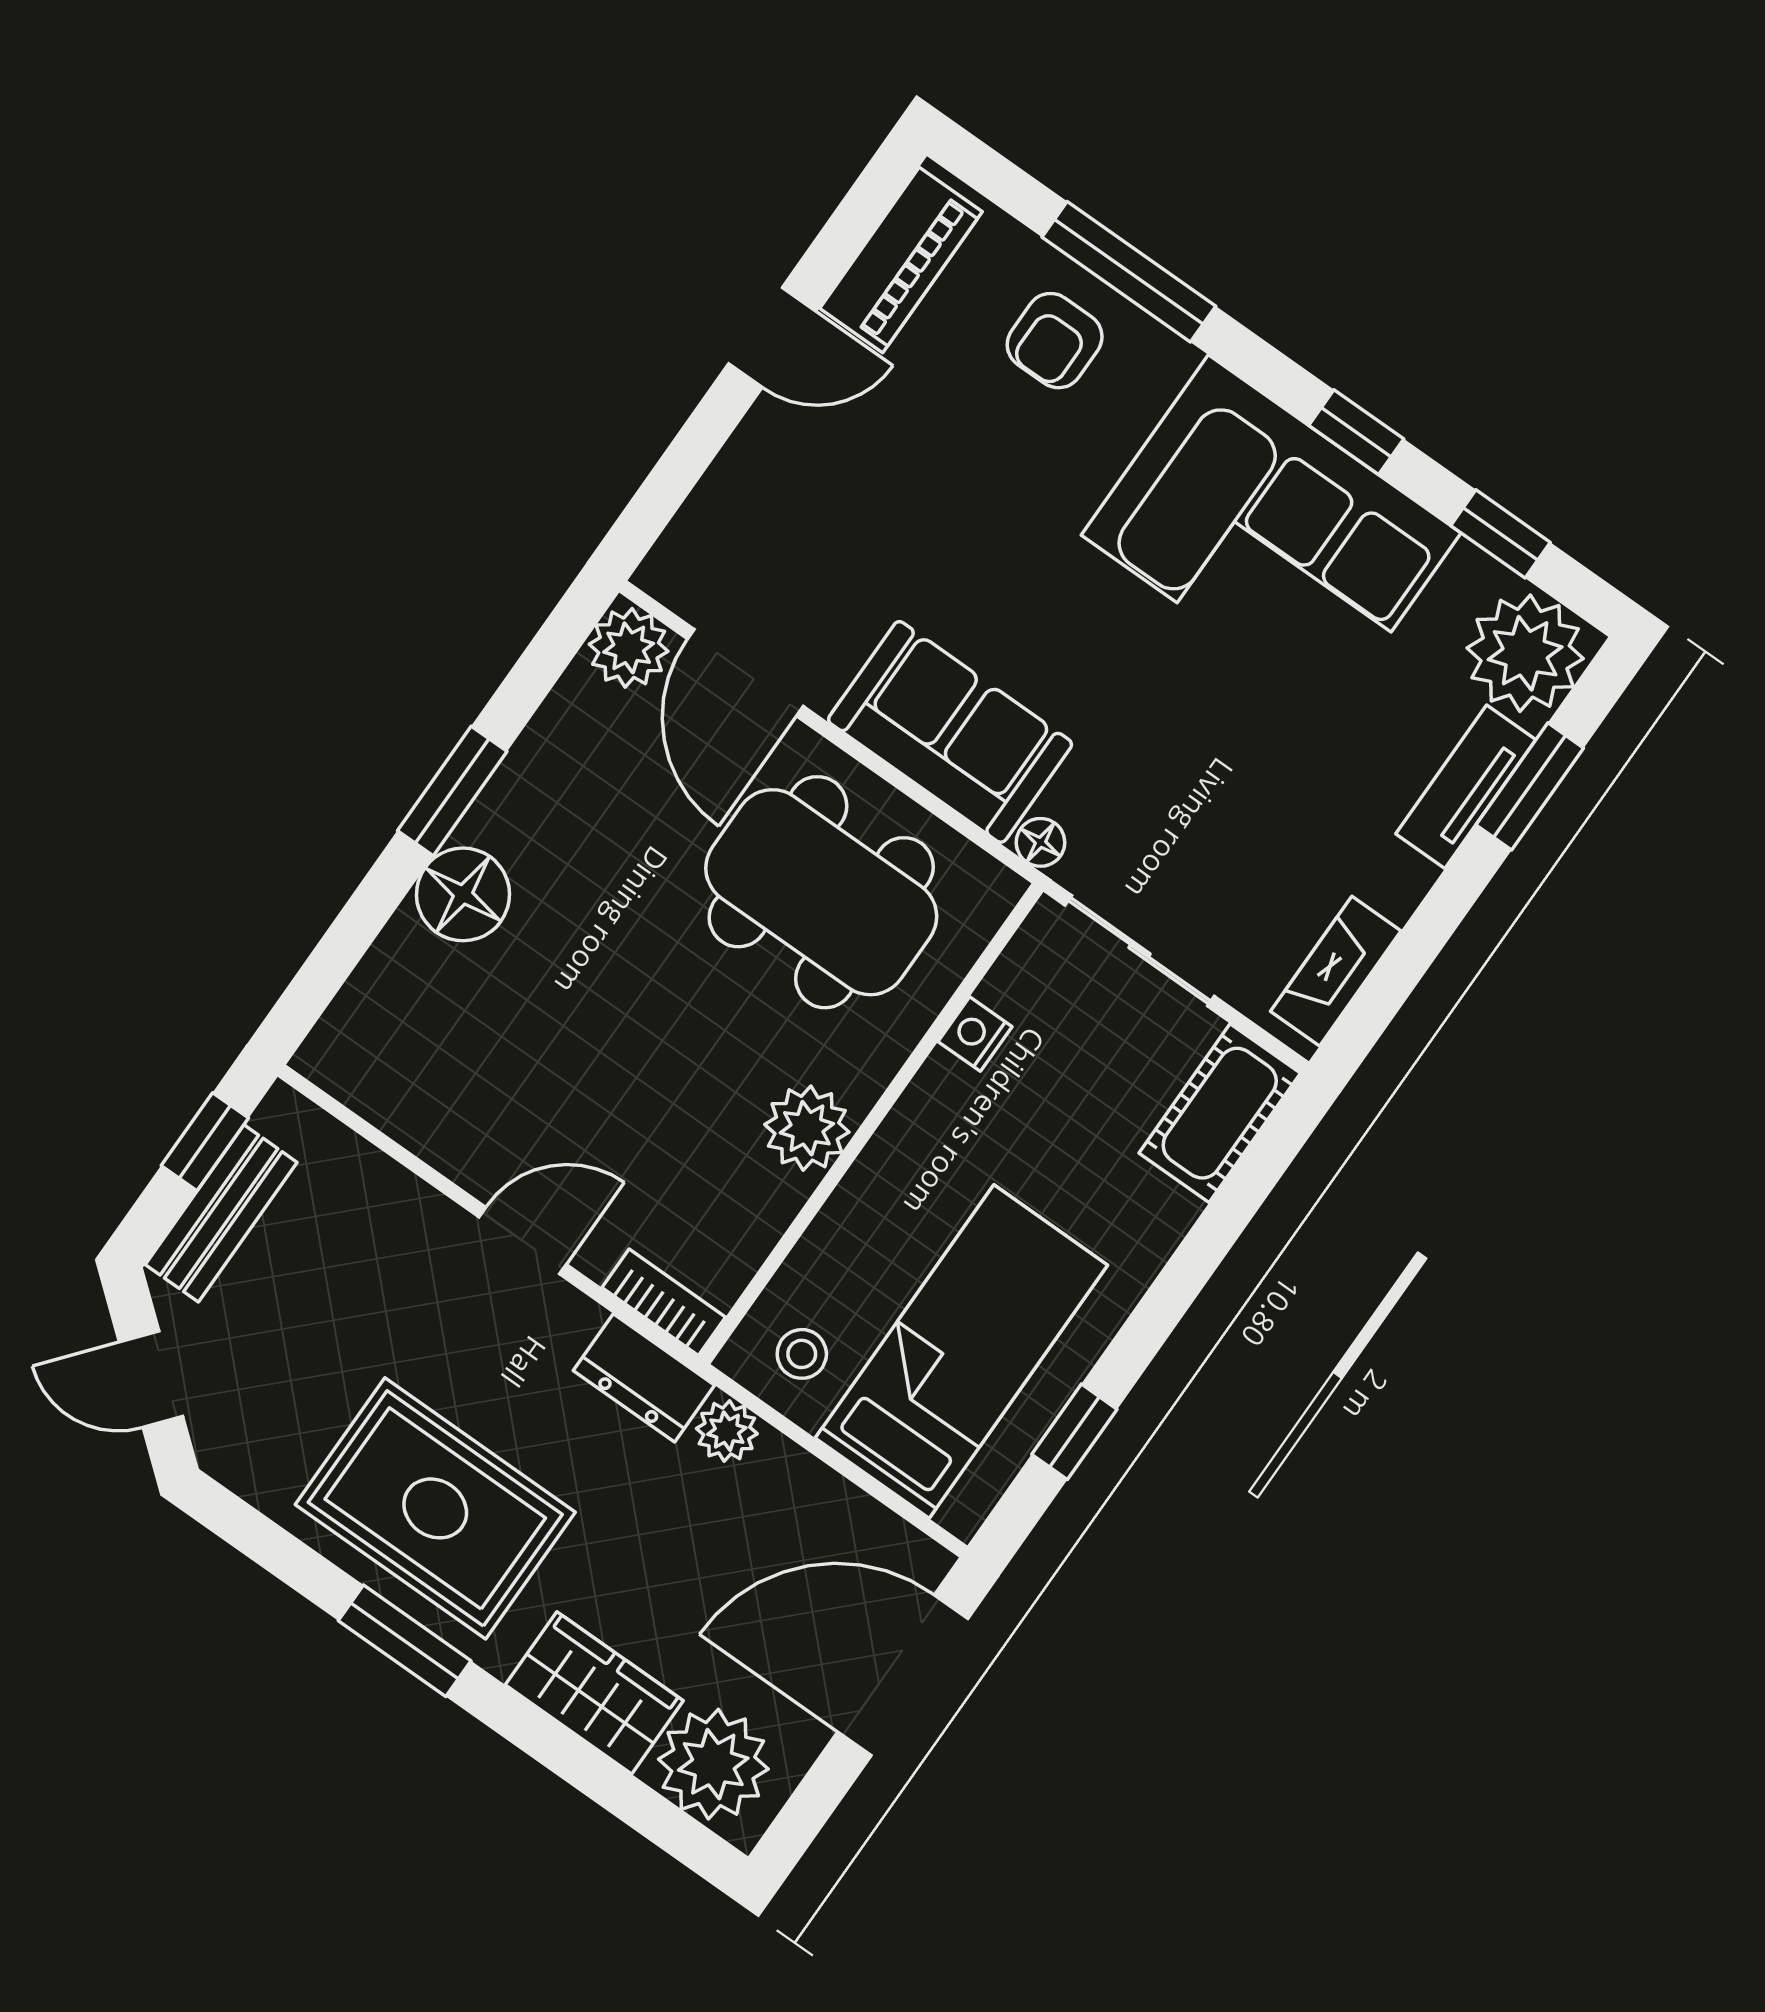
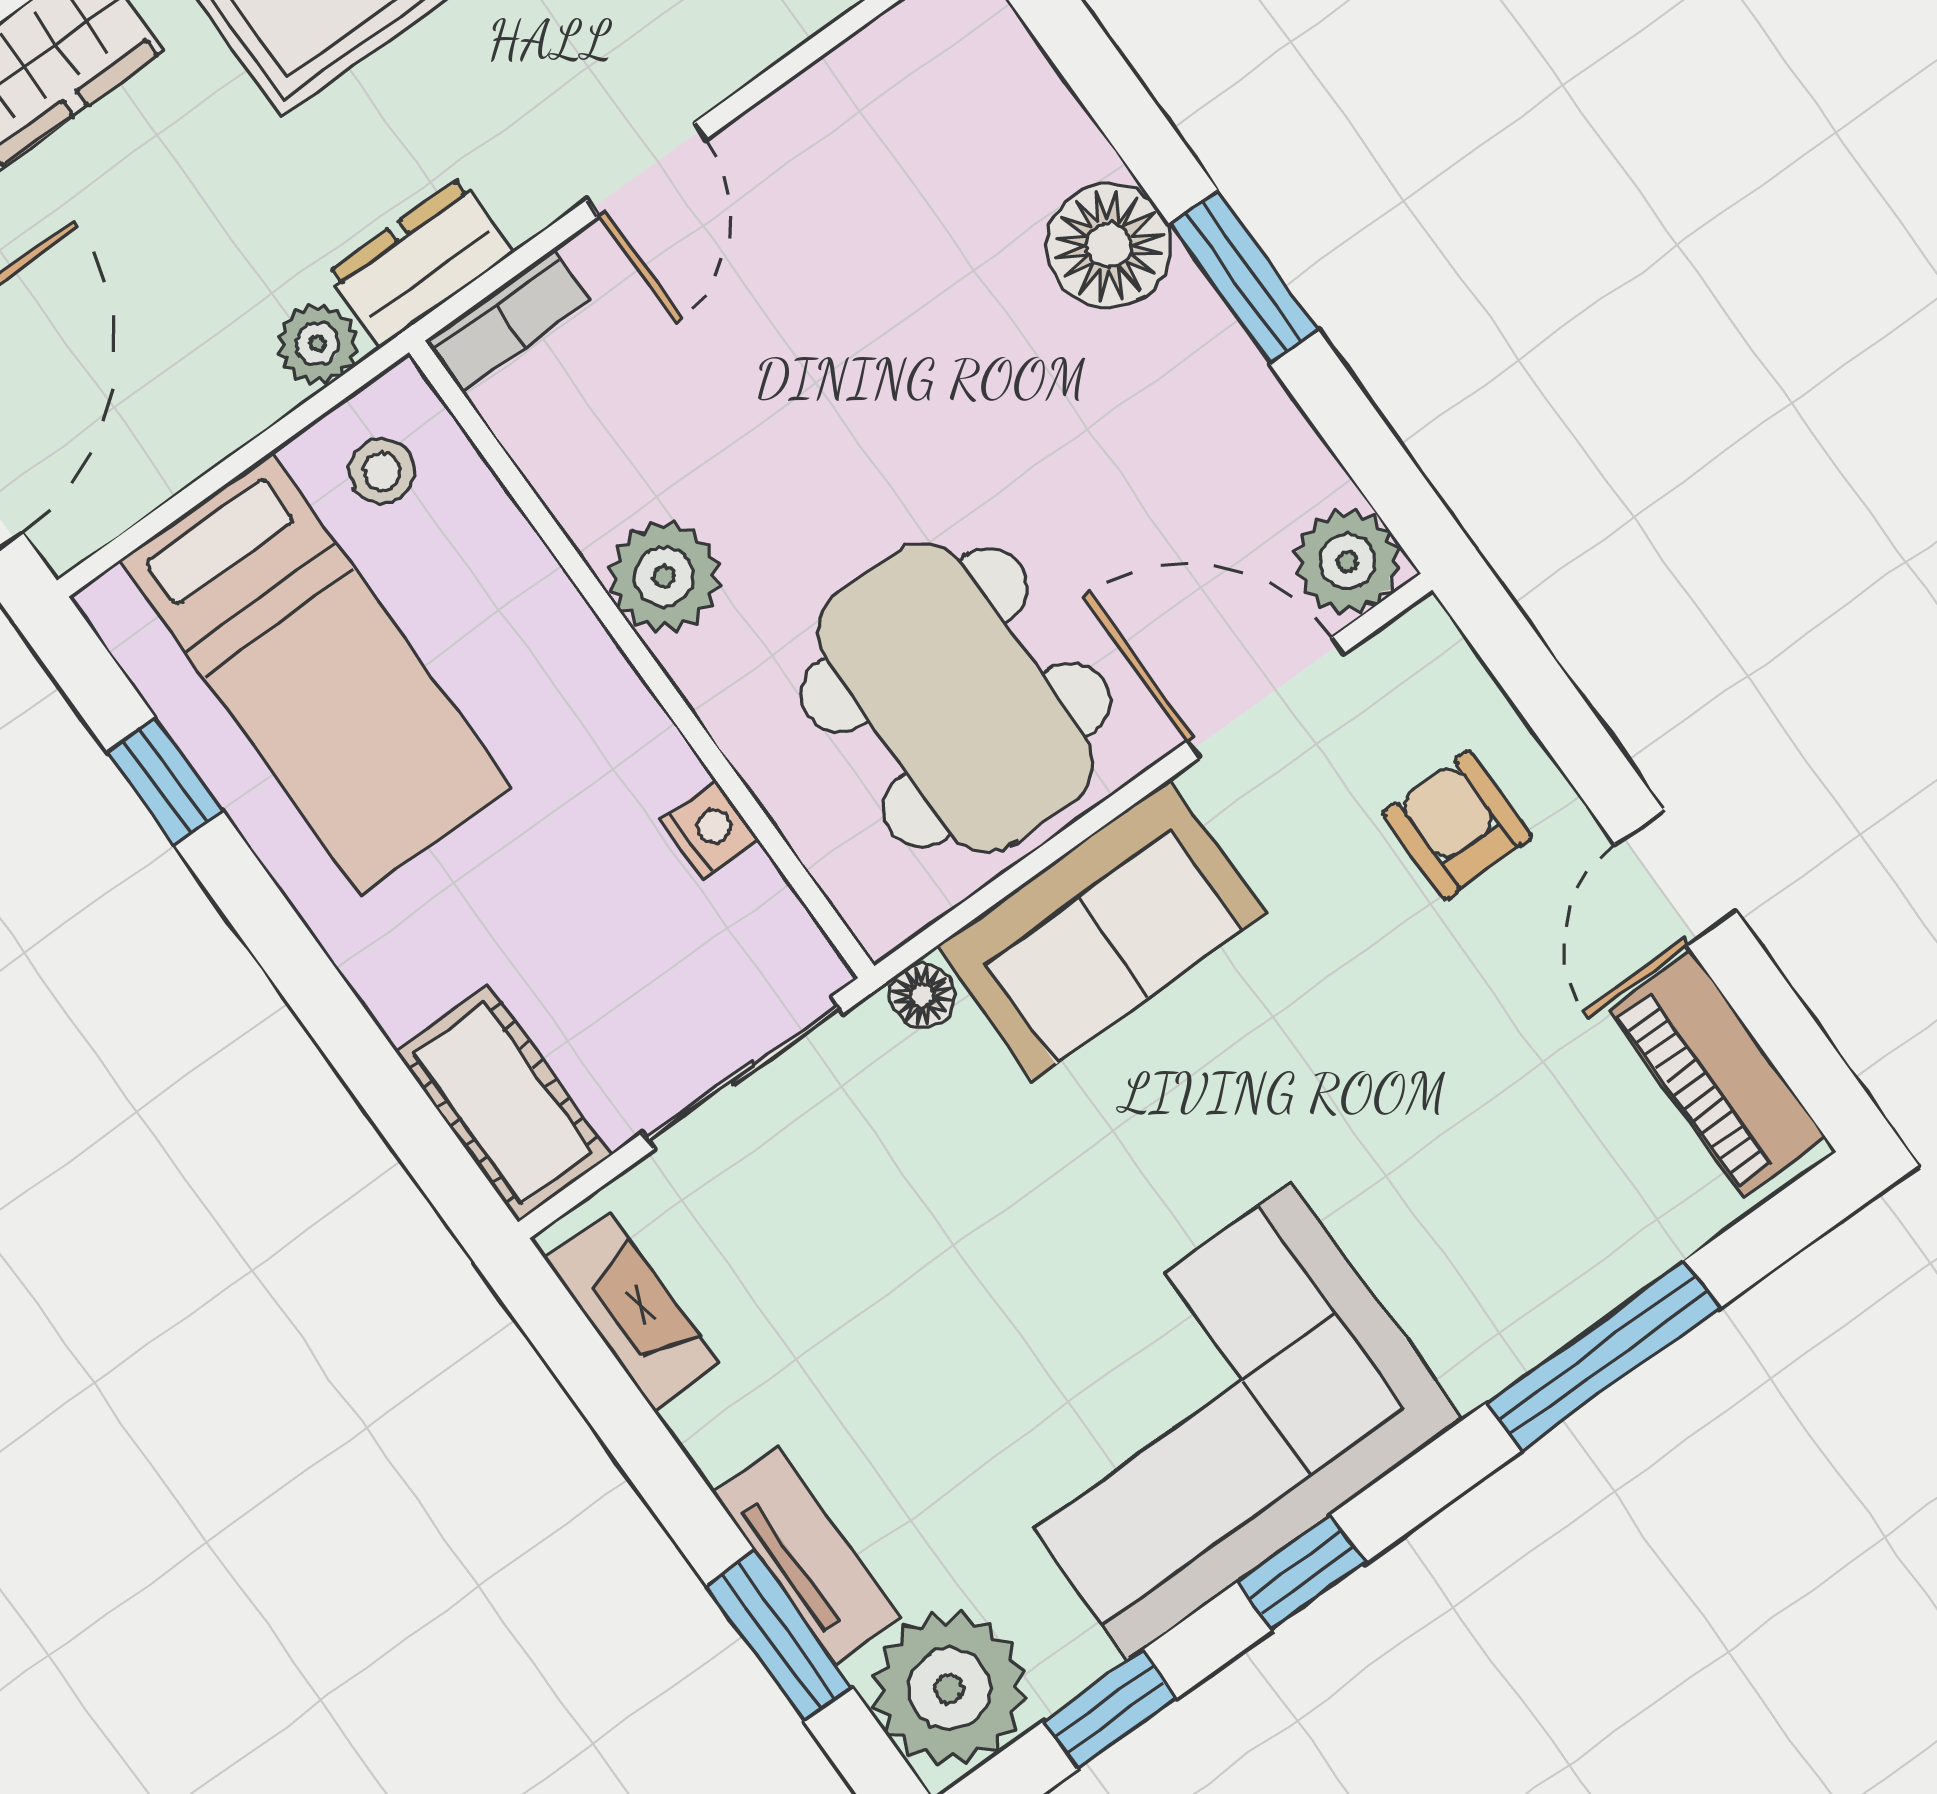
armchair: (1055, 341) -> (1457, 825), moved
dining table: (821, 892) -> (955, 698), turned 90

